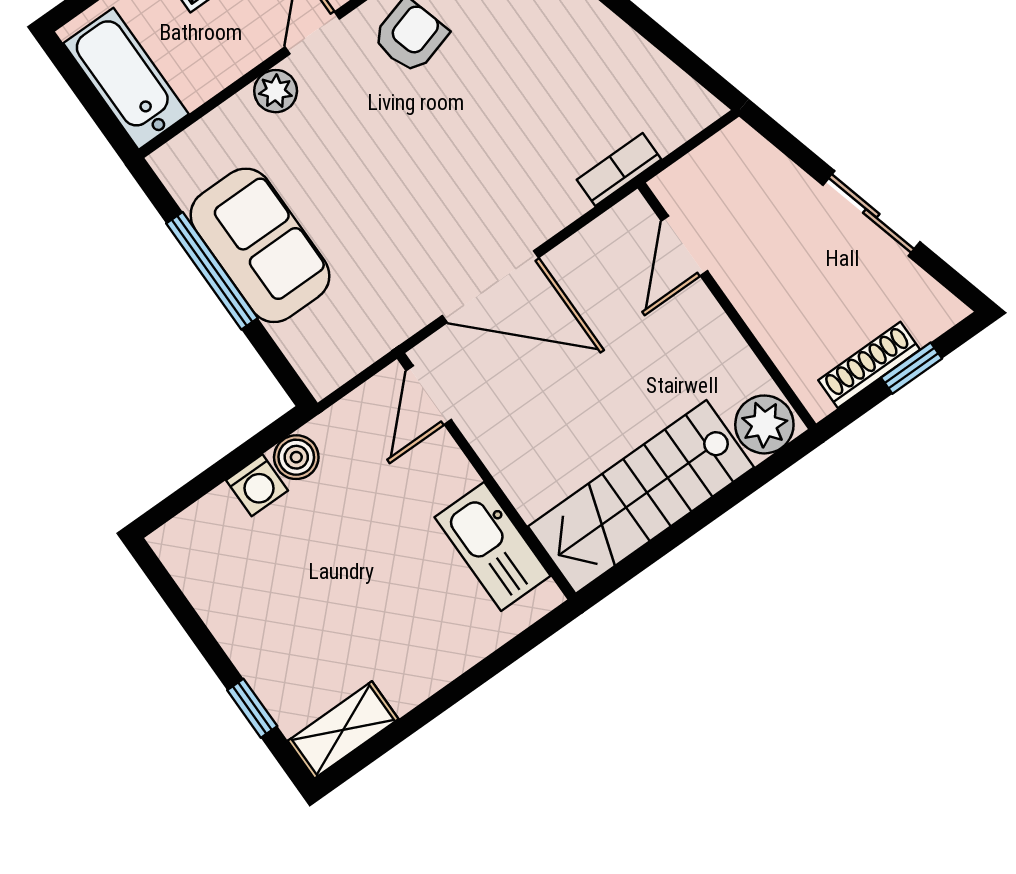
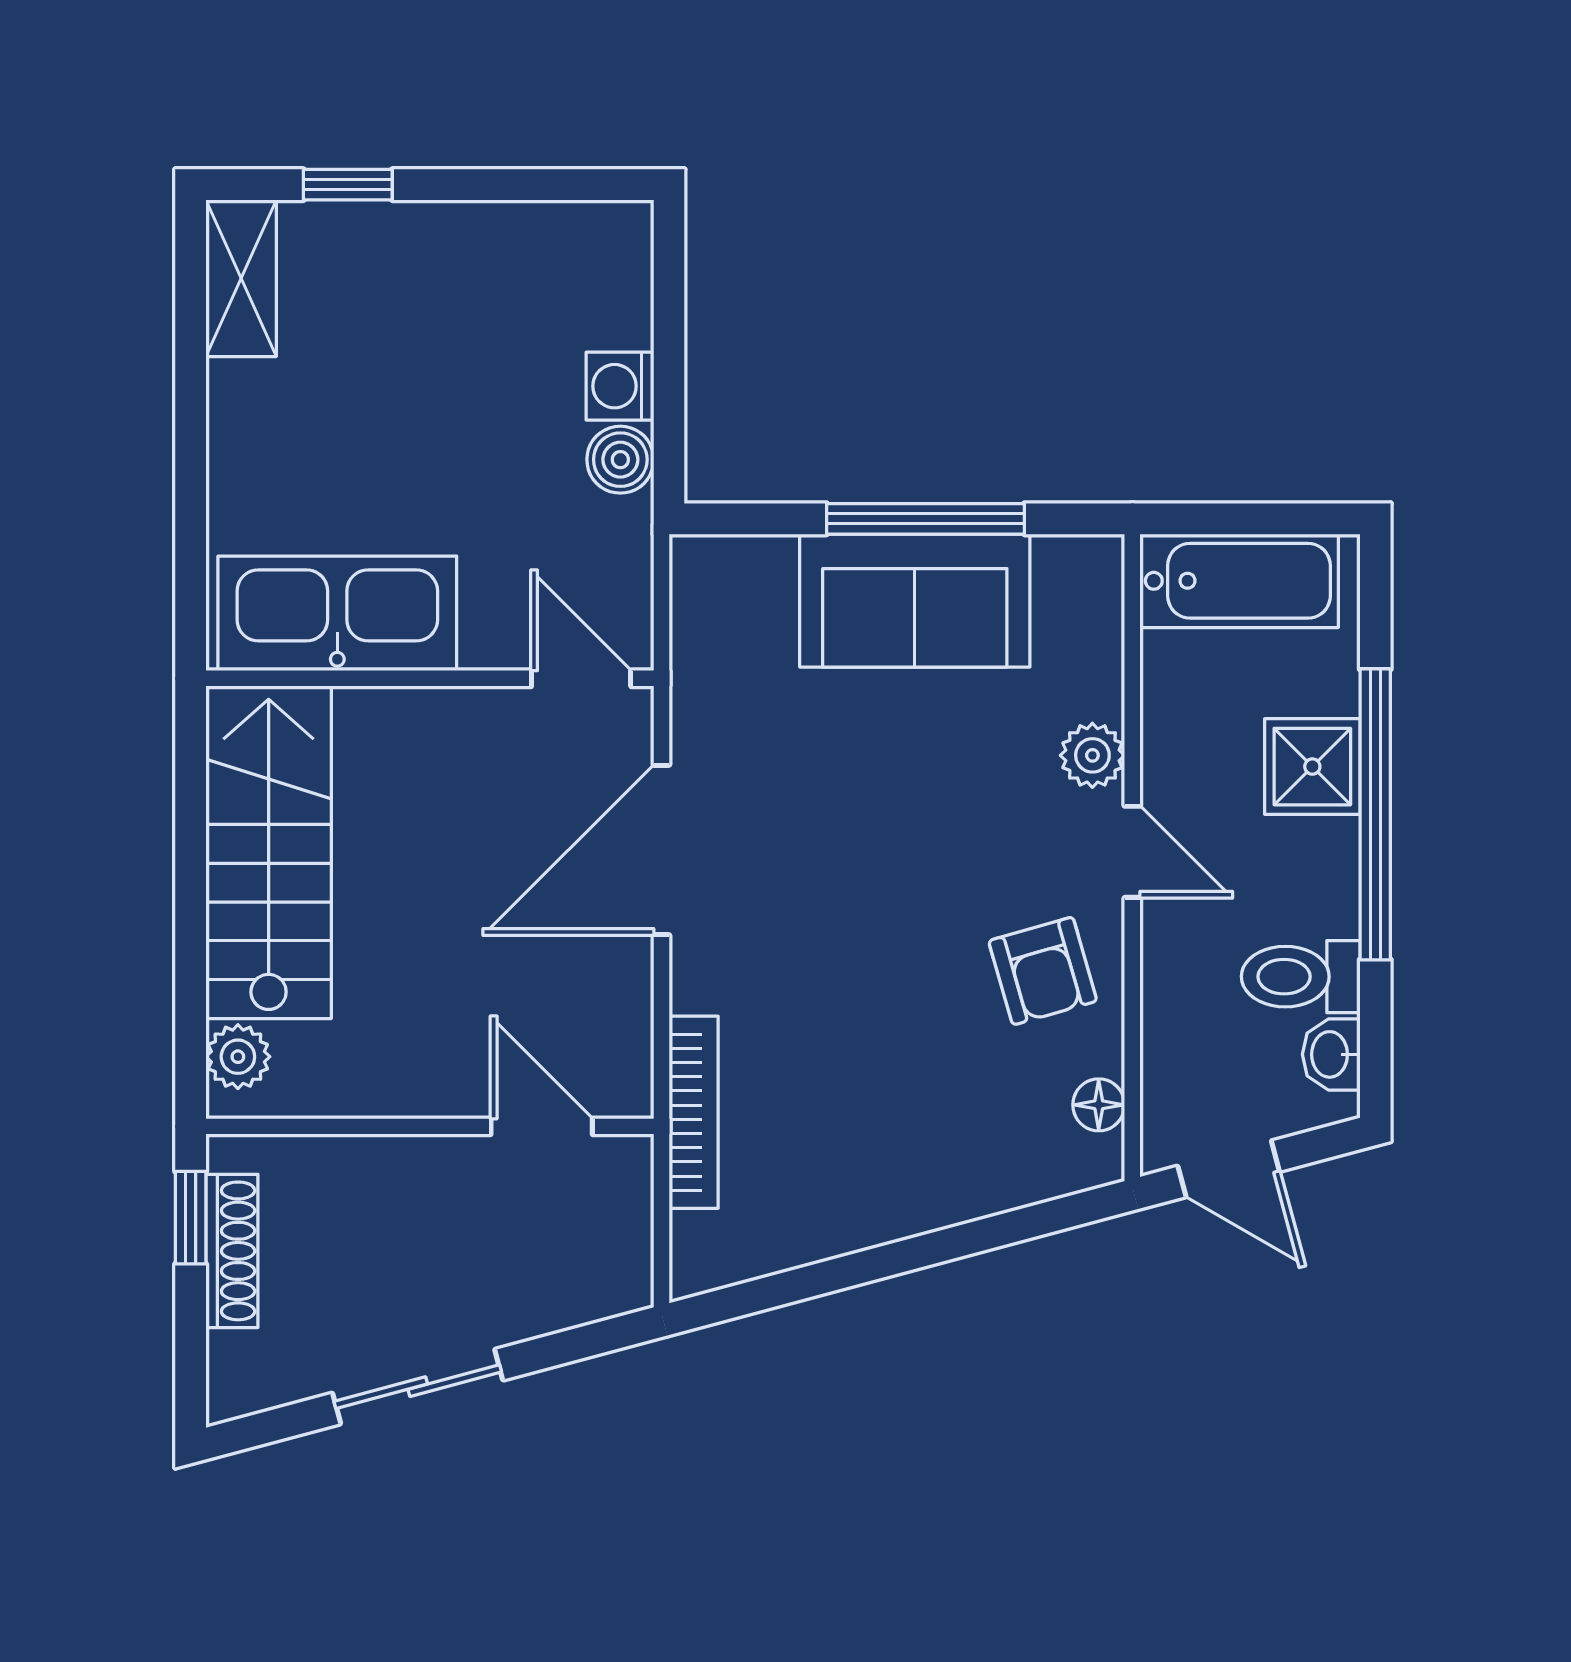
bookcase: (619, 170) -> (694, 1112), width x1.56
window: (911, 368) -> (191, 1218), moved
plant: (764, 424) -> (238, 1057), width x0.73, depth x0.73
kitchen sink: (493, 546) -> (337, 613), width x1.36, depth x1.24

